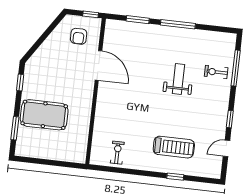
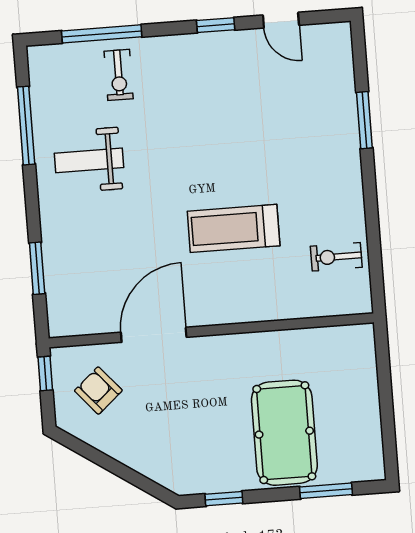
window: (178, 24) -> (26, 126), moved
armchair: (79, 36) -> (98, 390), turned -131
weight bench: (178, 79) -> (89, 160), moved
treadmill: (174, 147) -> (234, 228), moved, turned -90
window: (175, 177) -> (364, 120), width x1.50

